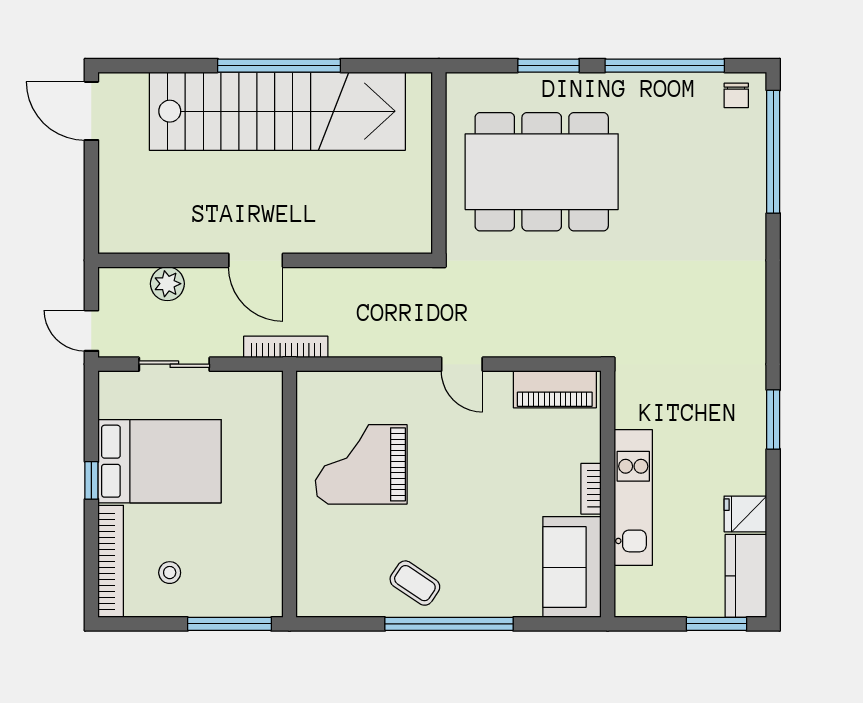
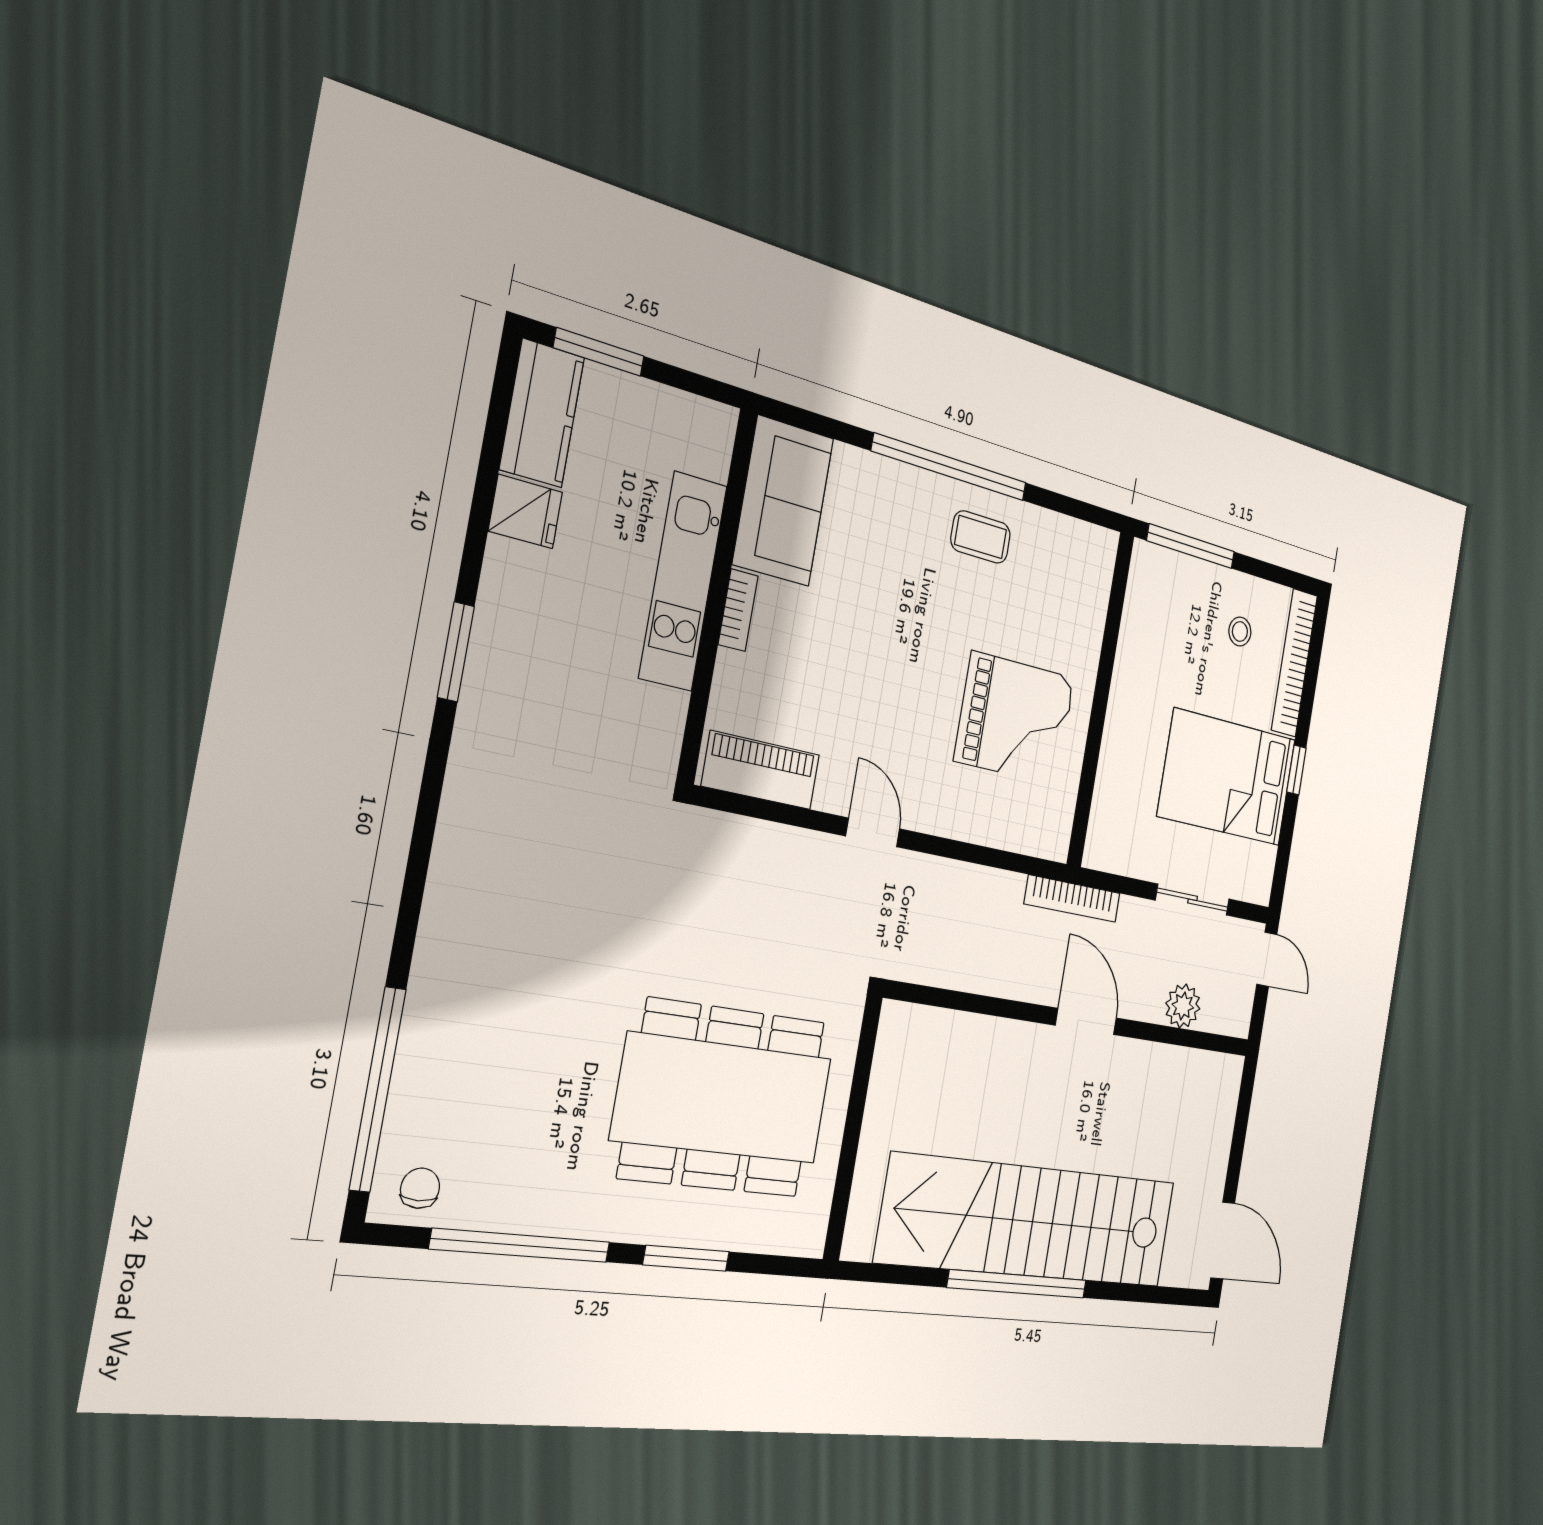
coffee table: (415, 583) -> (981, 537), turned -34

